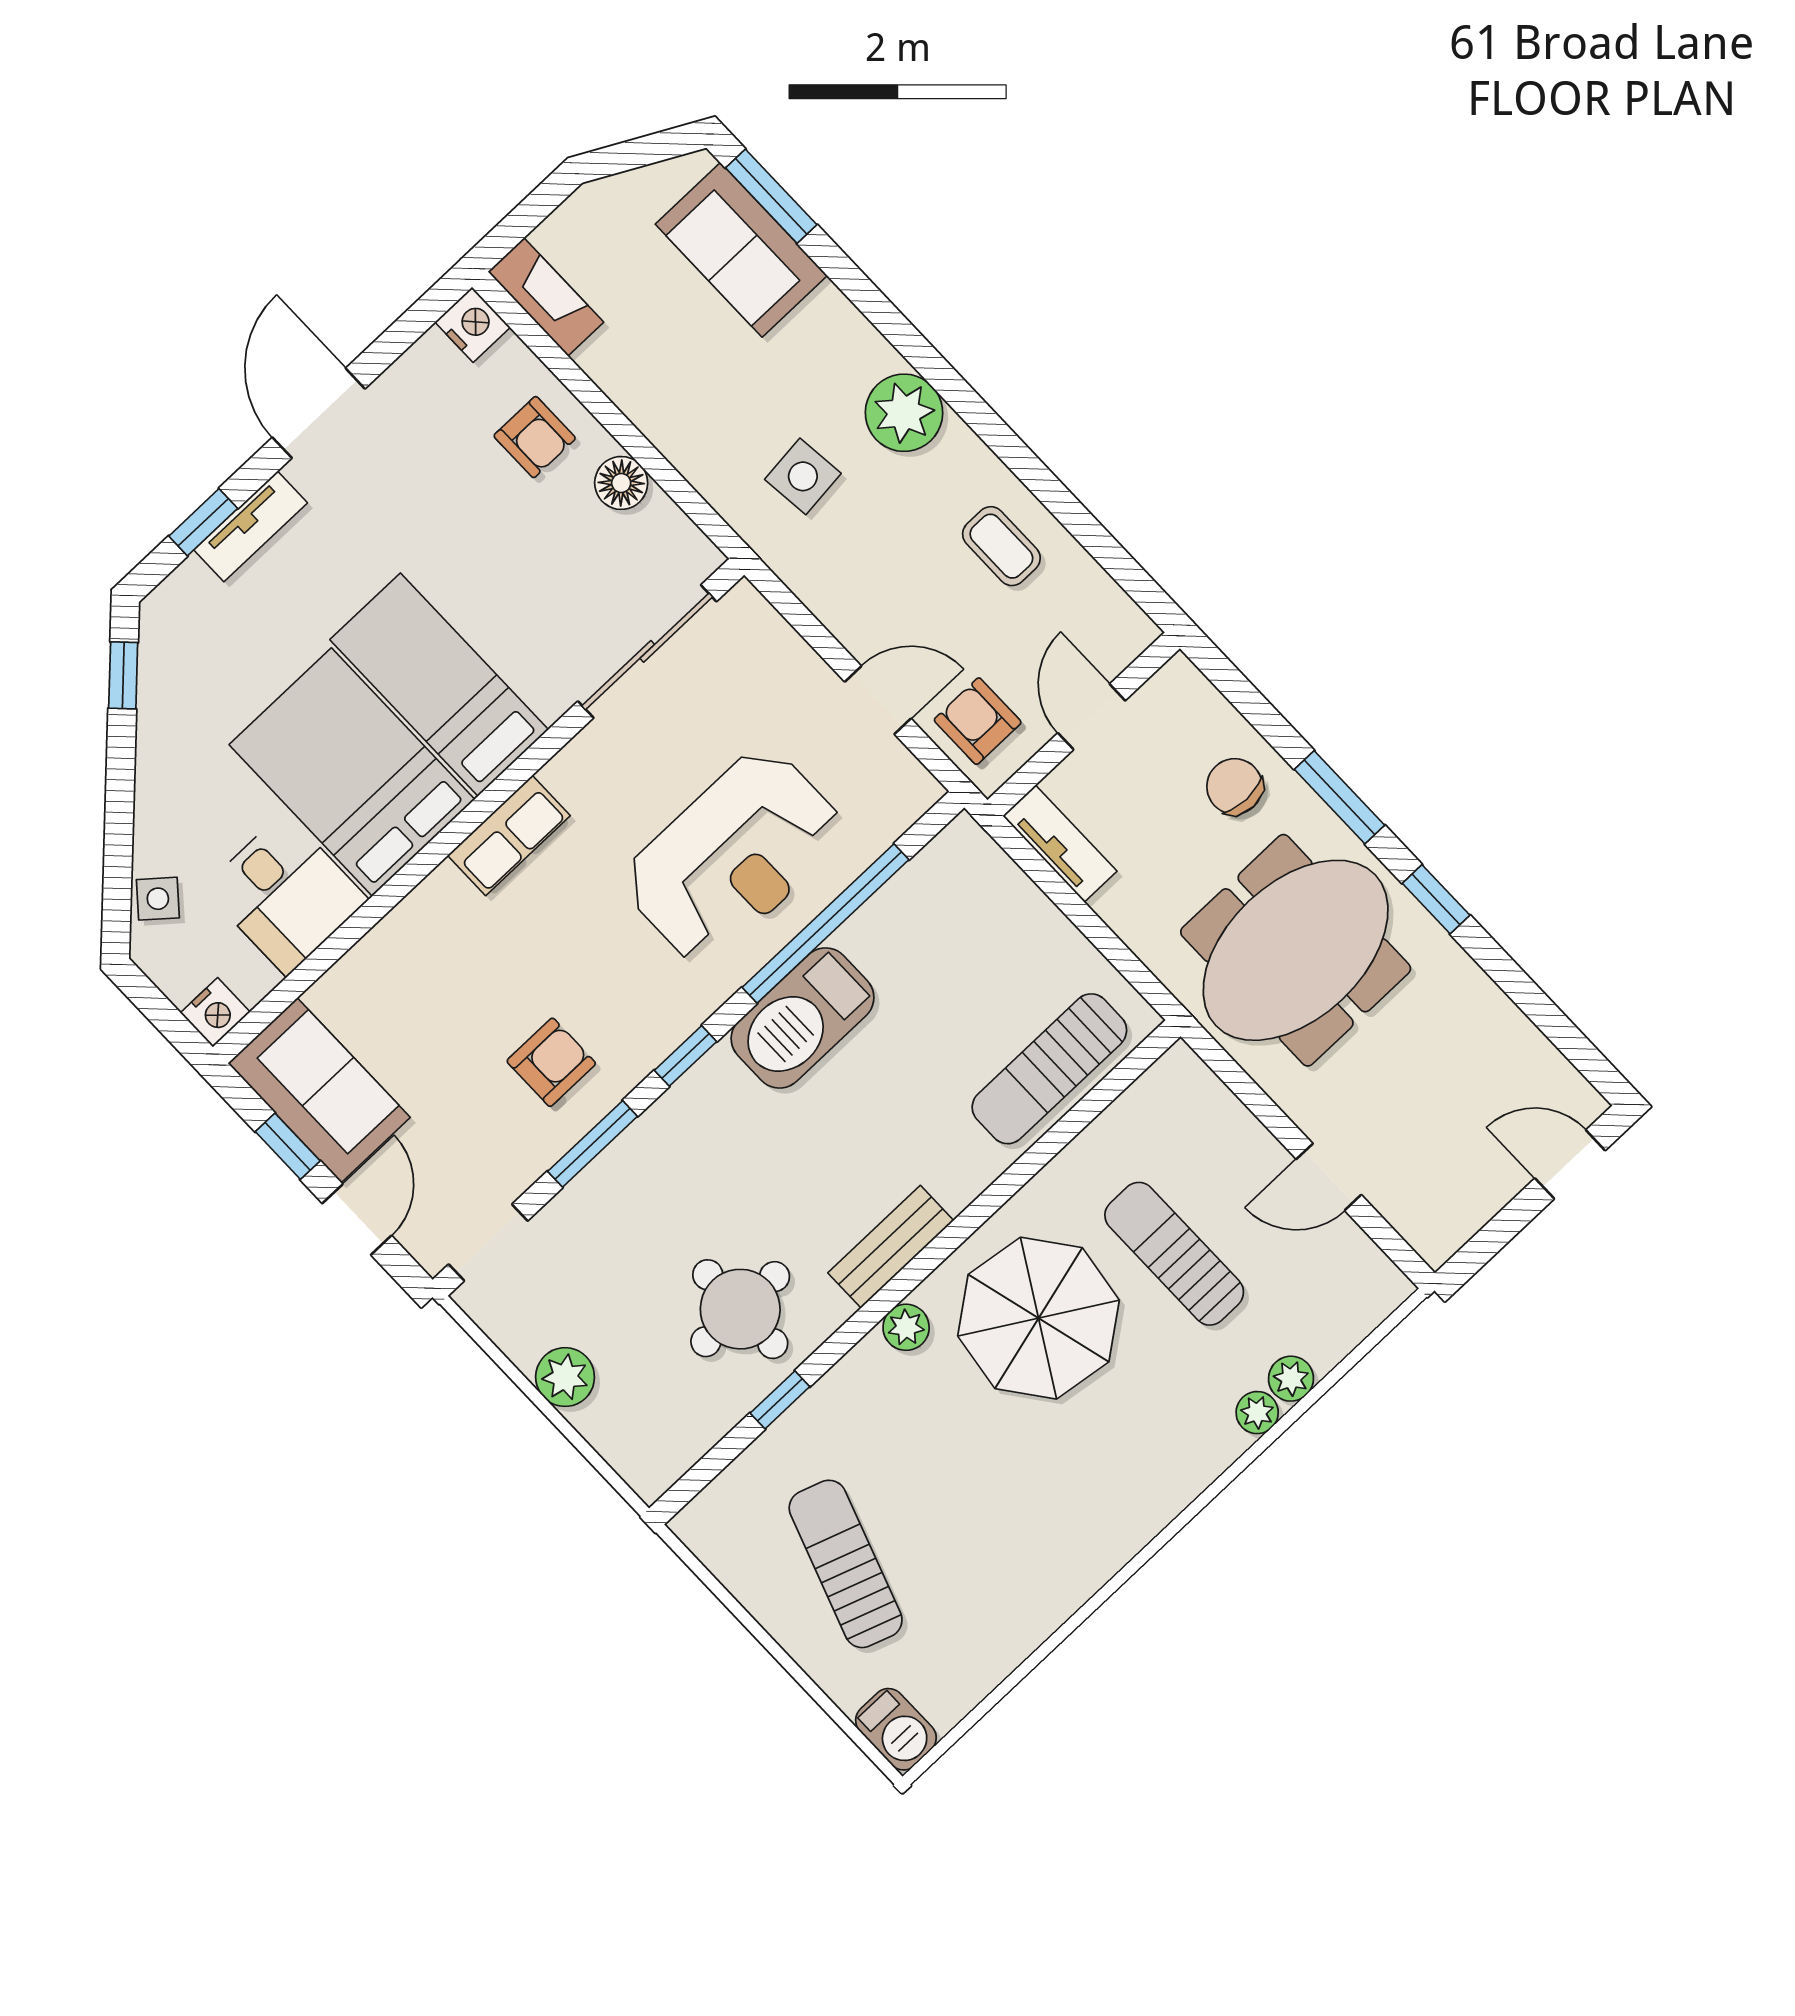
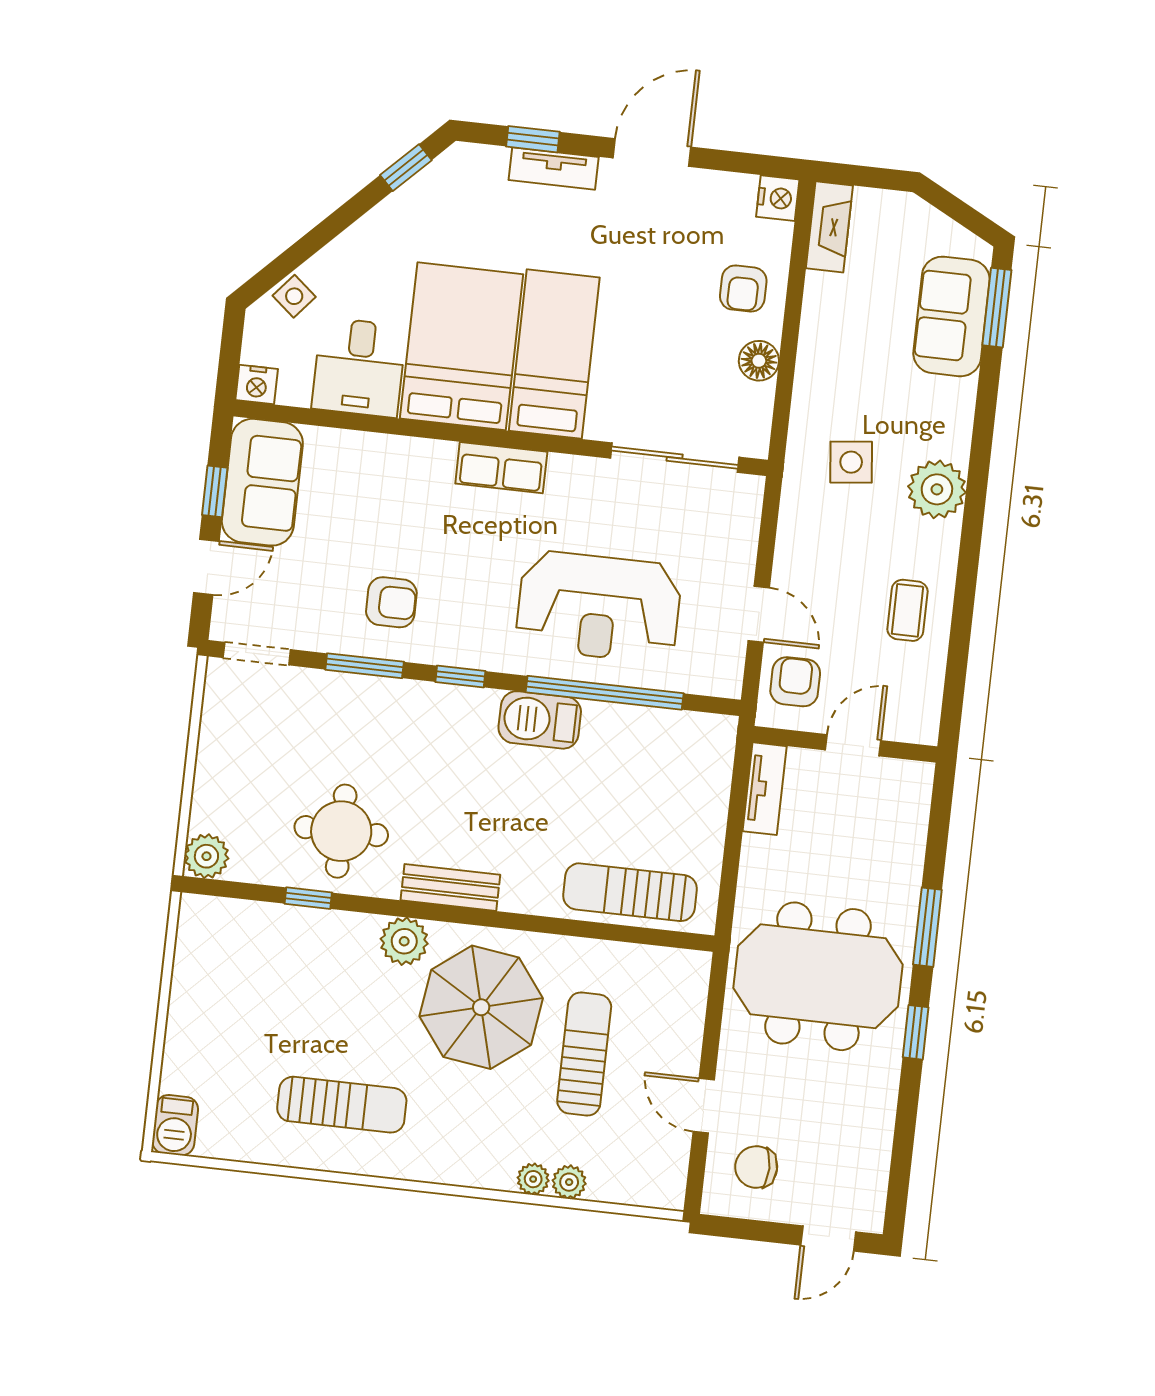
chair: (1235, 786) -> (756, 1167), moved, turned -90
barbecue: (803, 1018) -> (540, 720), width x0.73, depth x0.83
door: (1570, 1164) -> (828, 1238), swing flipped
plant: (906, 1327) -> (404, 941), width x1.38, depth x1.38
plant: (565, 1377) -> (206, 856), moved
sun lounger: (846, 1564) -> (342, 1105), moved, turned 71

